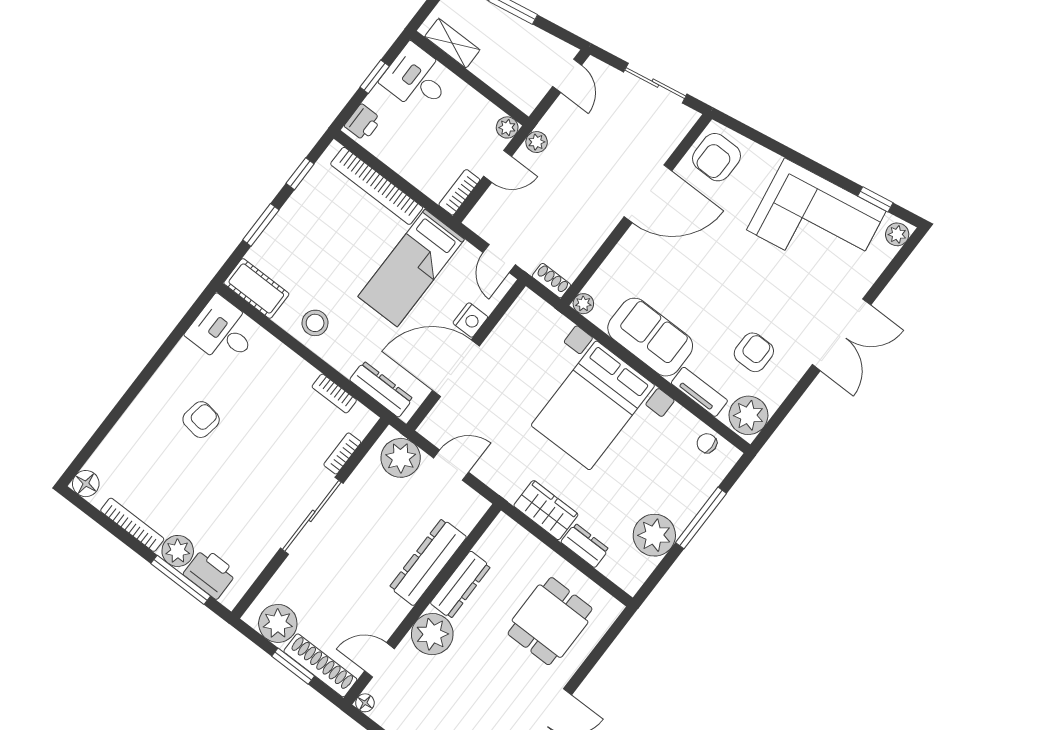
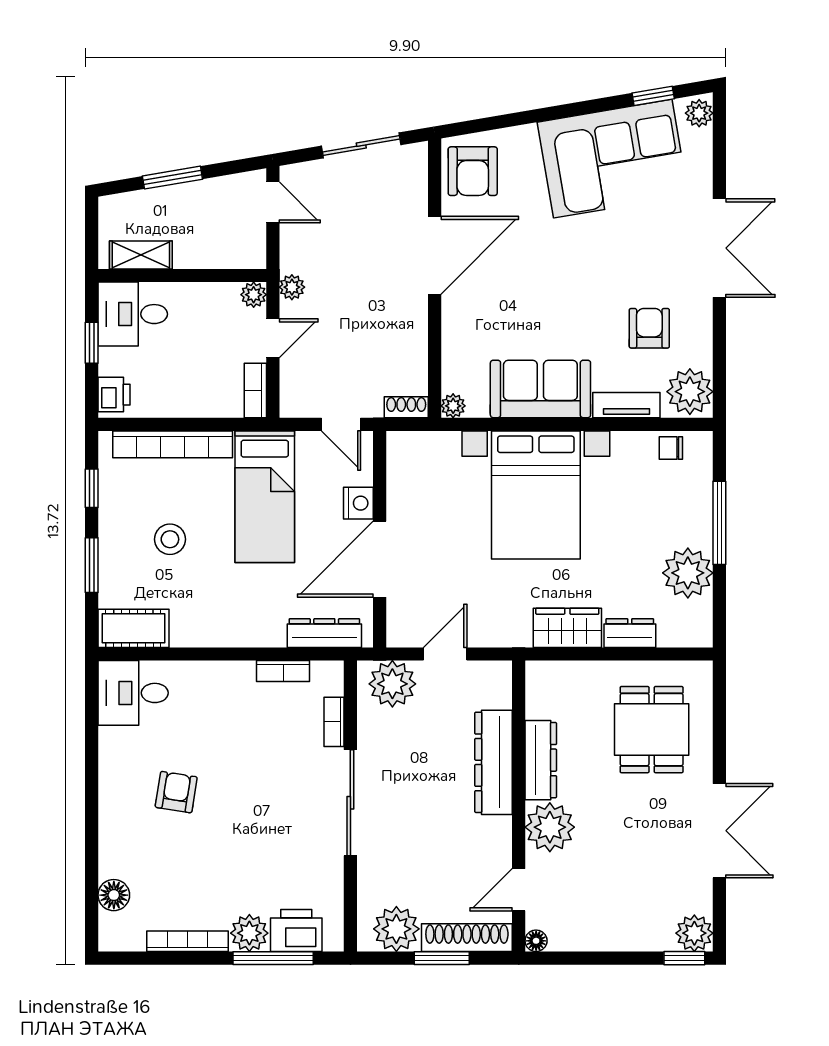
stool: (315, 323) -> (170, 539), moved
floor lamp: (86, 484) -> (114, 895), moved

